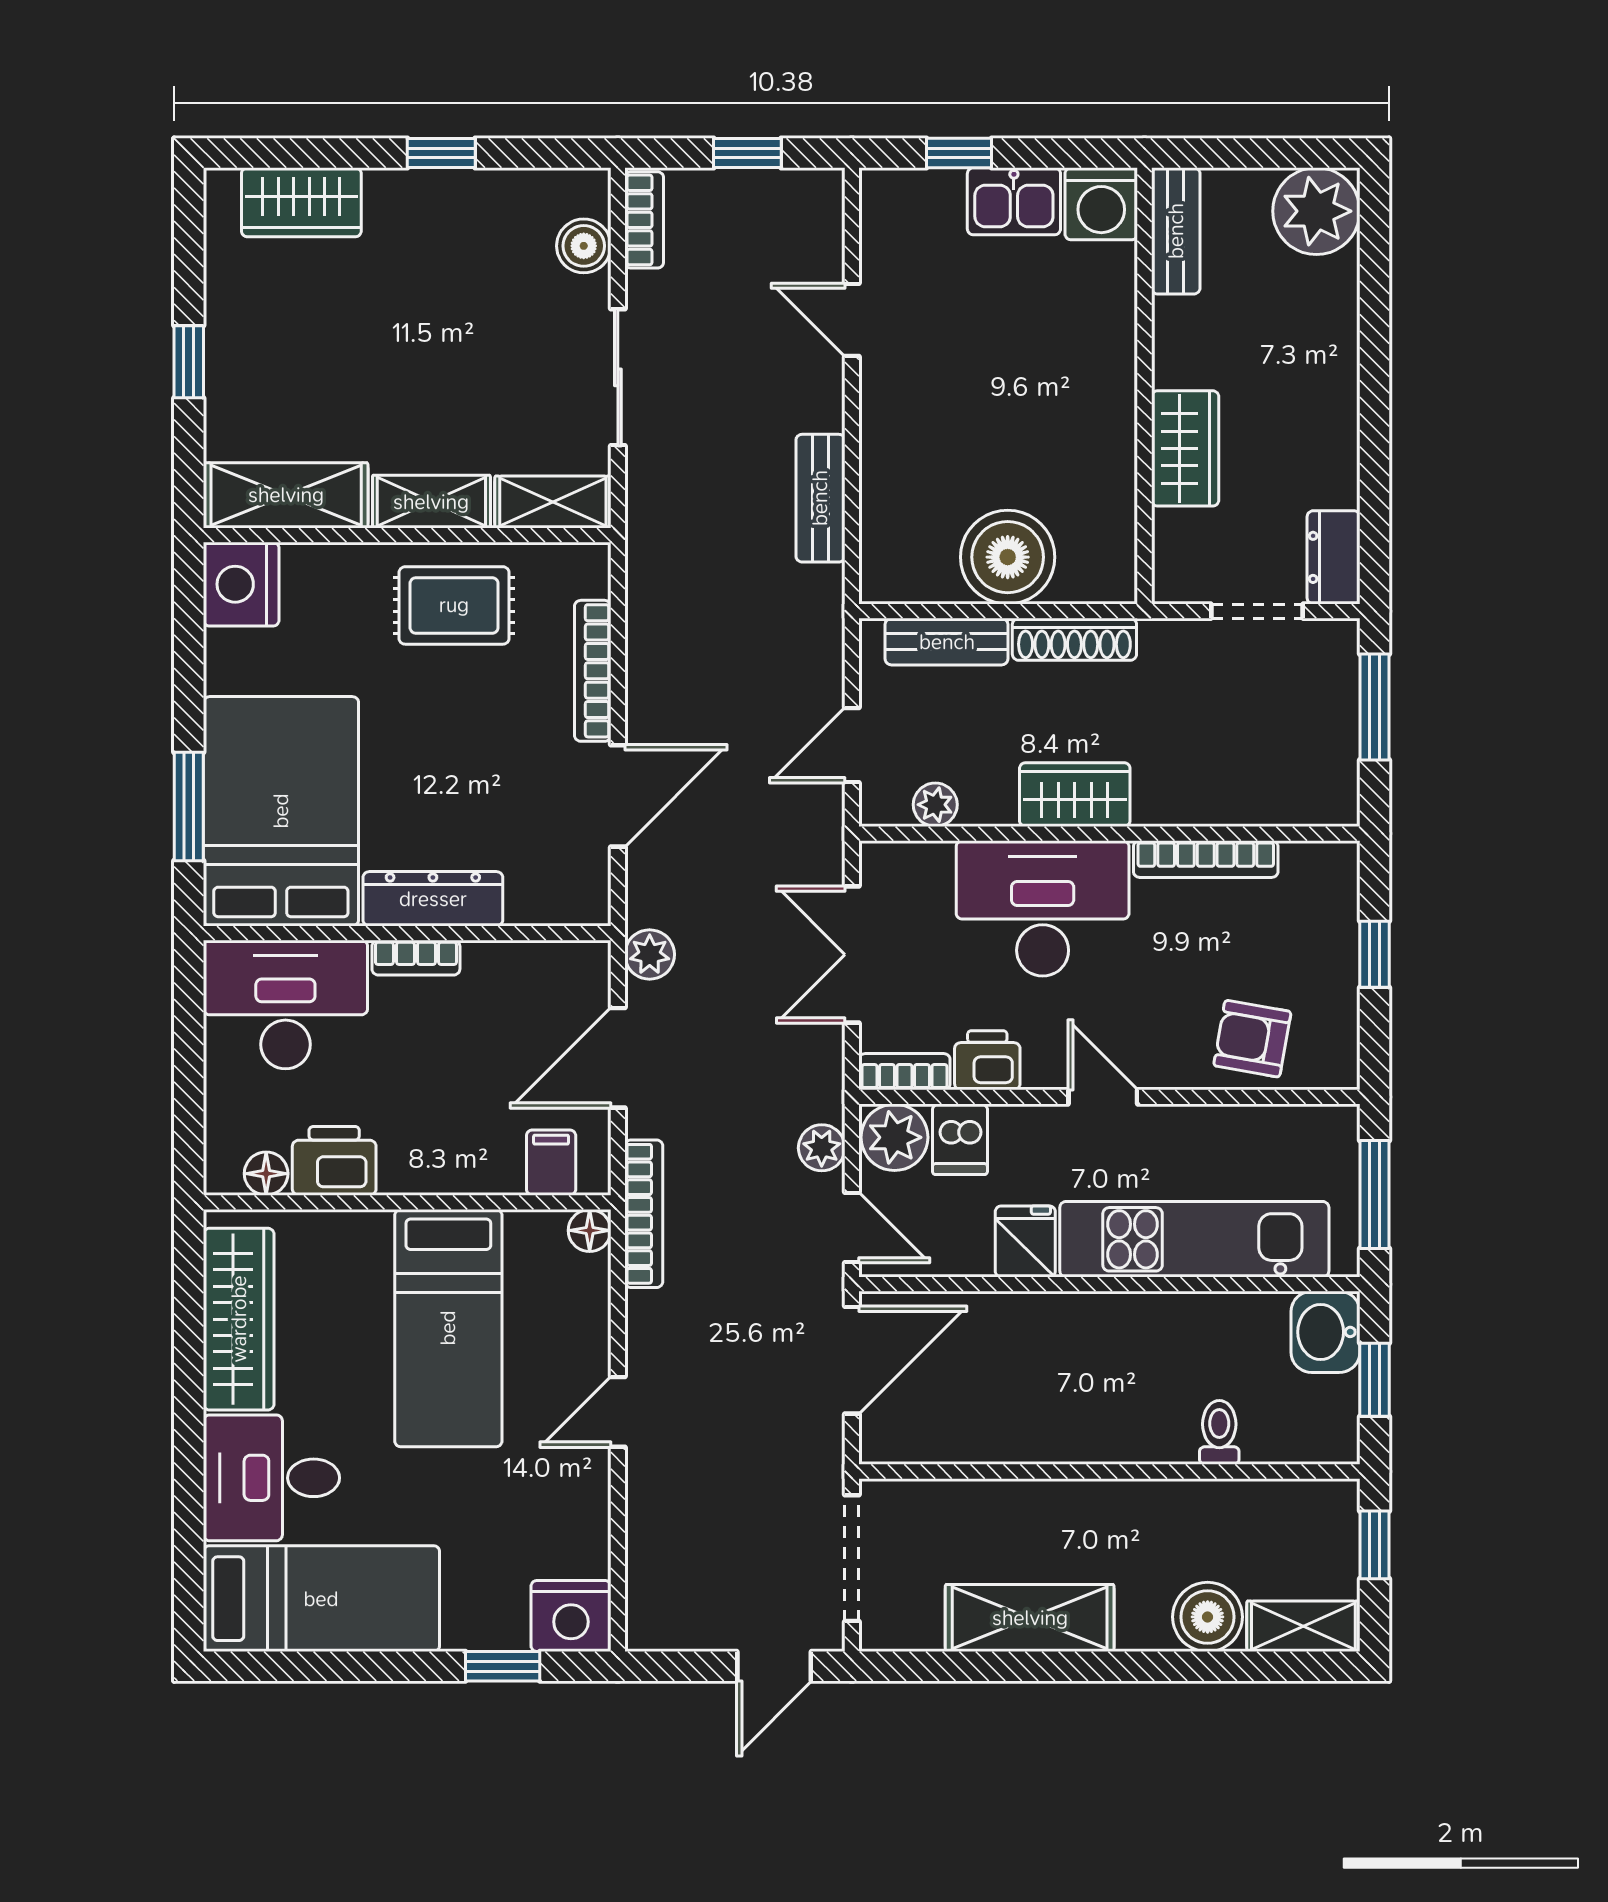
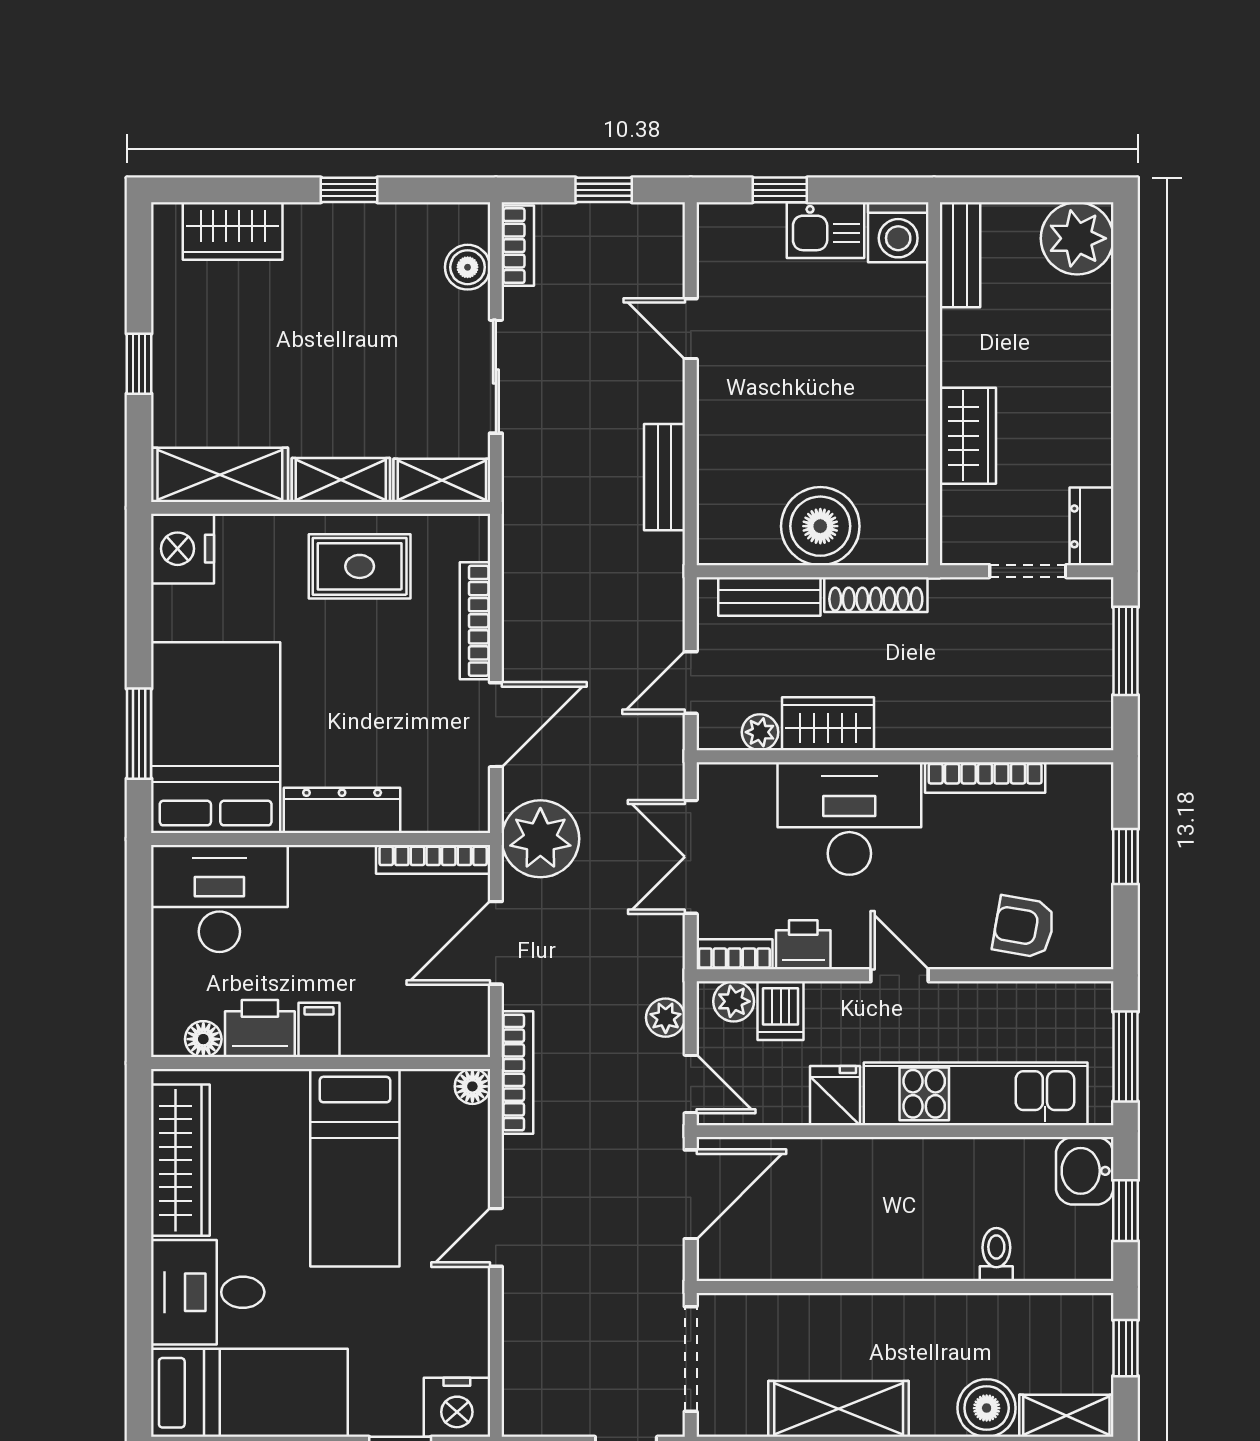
wardrobe: (1075, 795) -> (828, 724), moved
plant: (650, 954) -> (540, 839), width x1.88, depth x1.88
bookcase: (416, 958) -> (433, 859), moved, width x1.56
plant: (894, 1137) -> (734, 1001), width x0.73, depth x0.73
filing cabinet: (551, 1163) -> (319, 1030), moved

